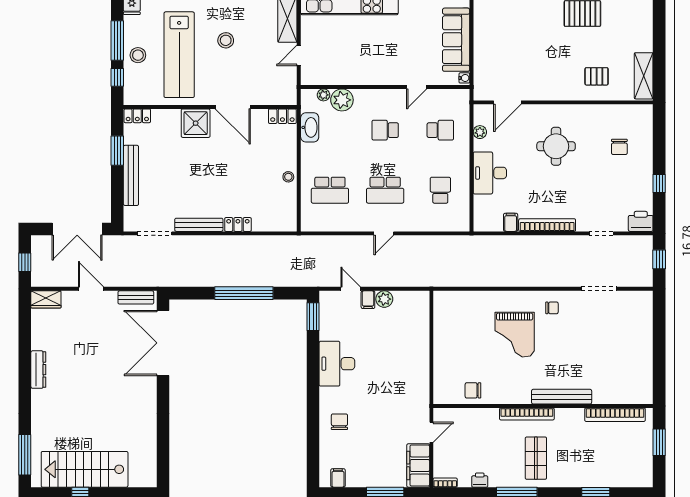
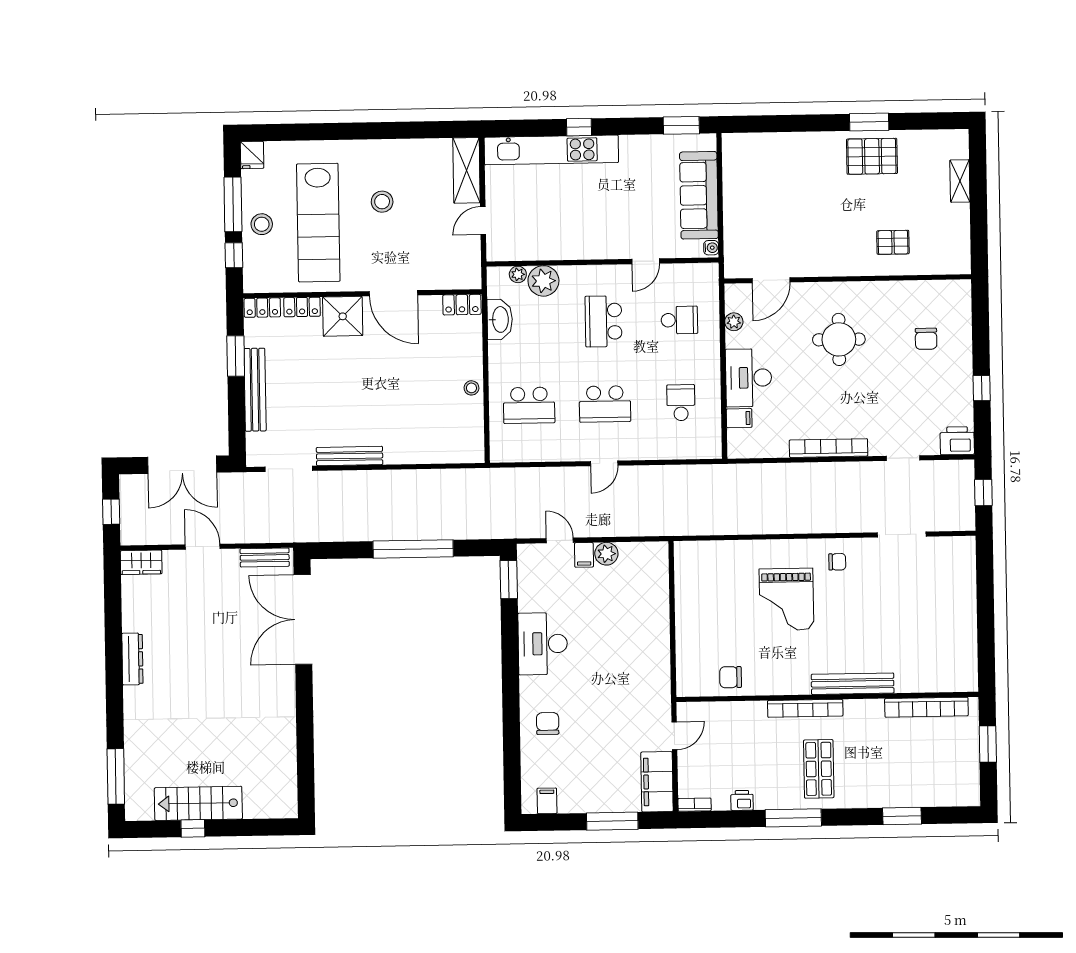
shelving: (644, 76) -> (960, 181), moved, width x0.67, depth x0.75
school desk: (385, 130) -> (604, 321), width x1.85
filing cabinet: (511, 222) -> (739, 418), moved, turned 90
locker: (238, 224) -> (302, 307), moved, turned 180
stairs: (85, 469) -> (198, 803), width x0.73, depth x0.66

